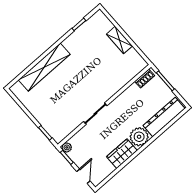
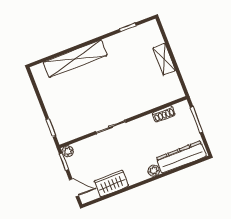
shoe rack: (145, 79) -> (164, 114), moved
plant: (139, 137) -> (154, 171), width x0.53, depth x0.53
wardrobe: (122, 154) -> (111, 183), moved
door: (83, 176) -> (74, 188), hinge flipped

